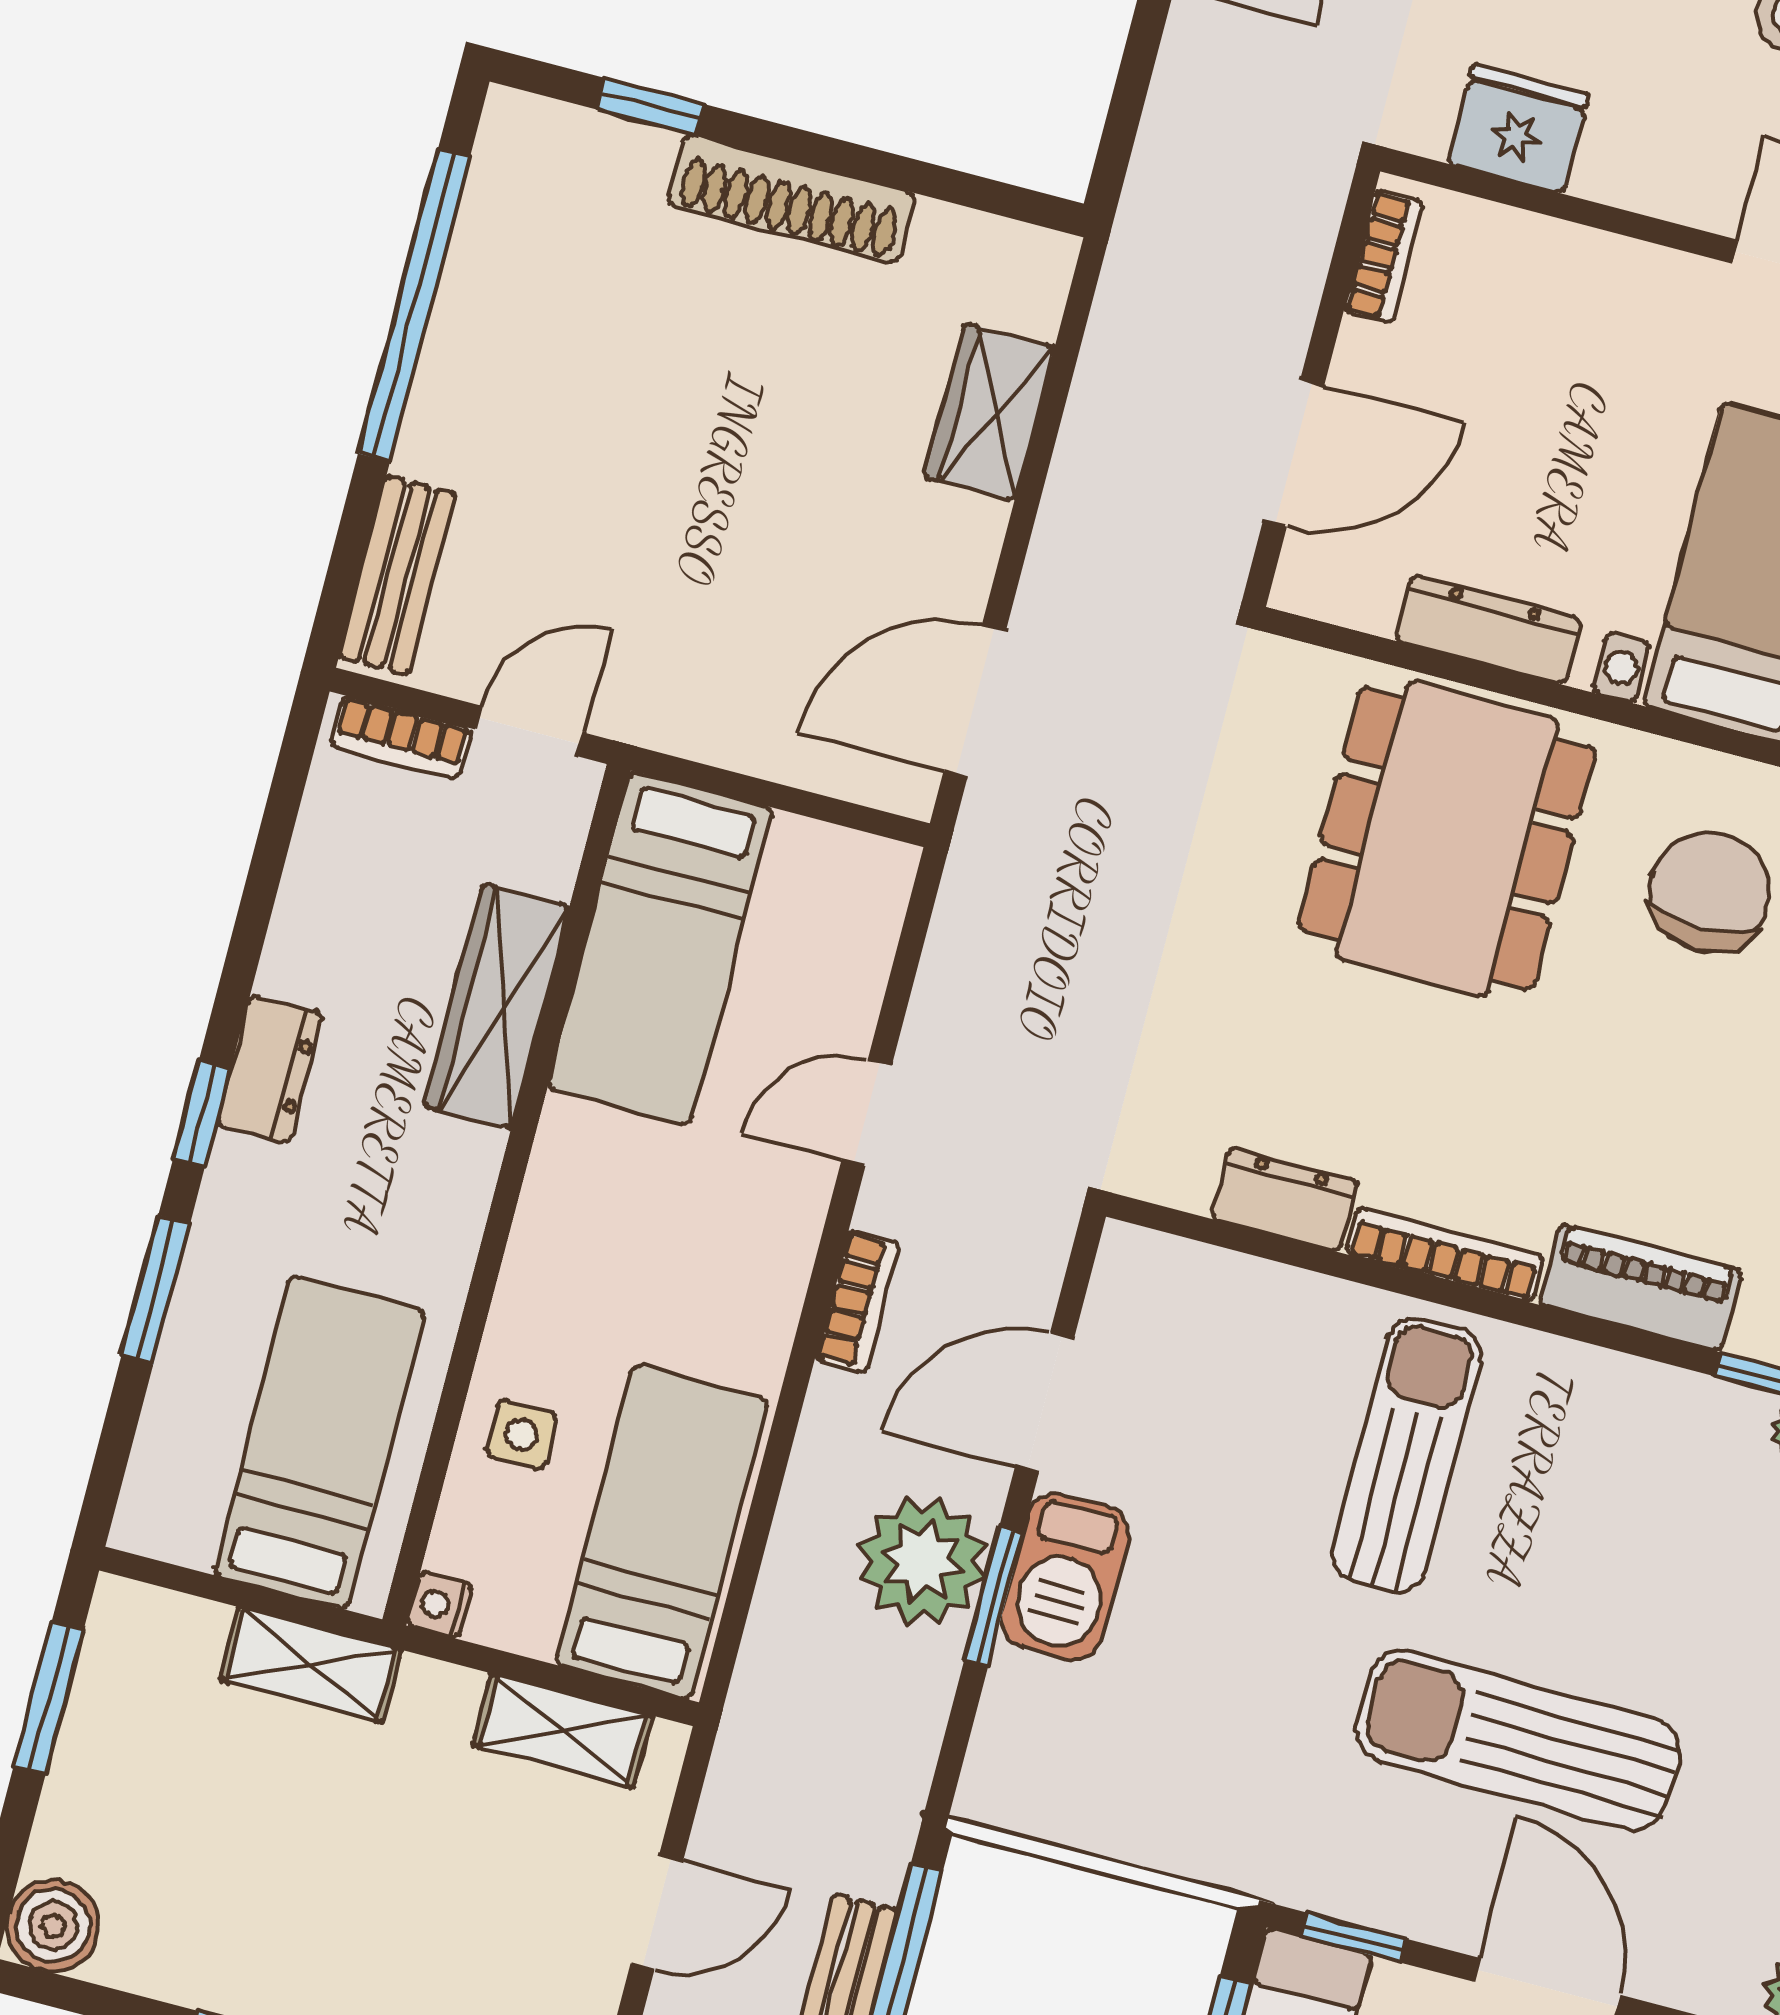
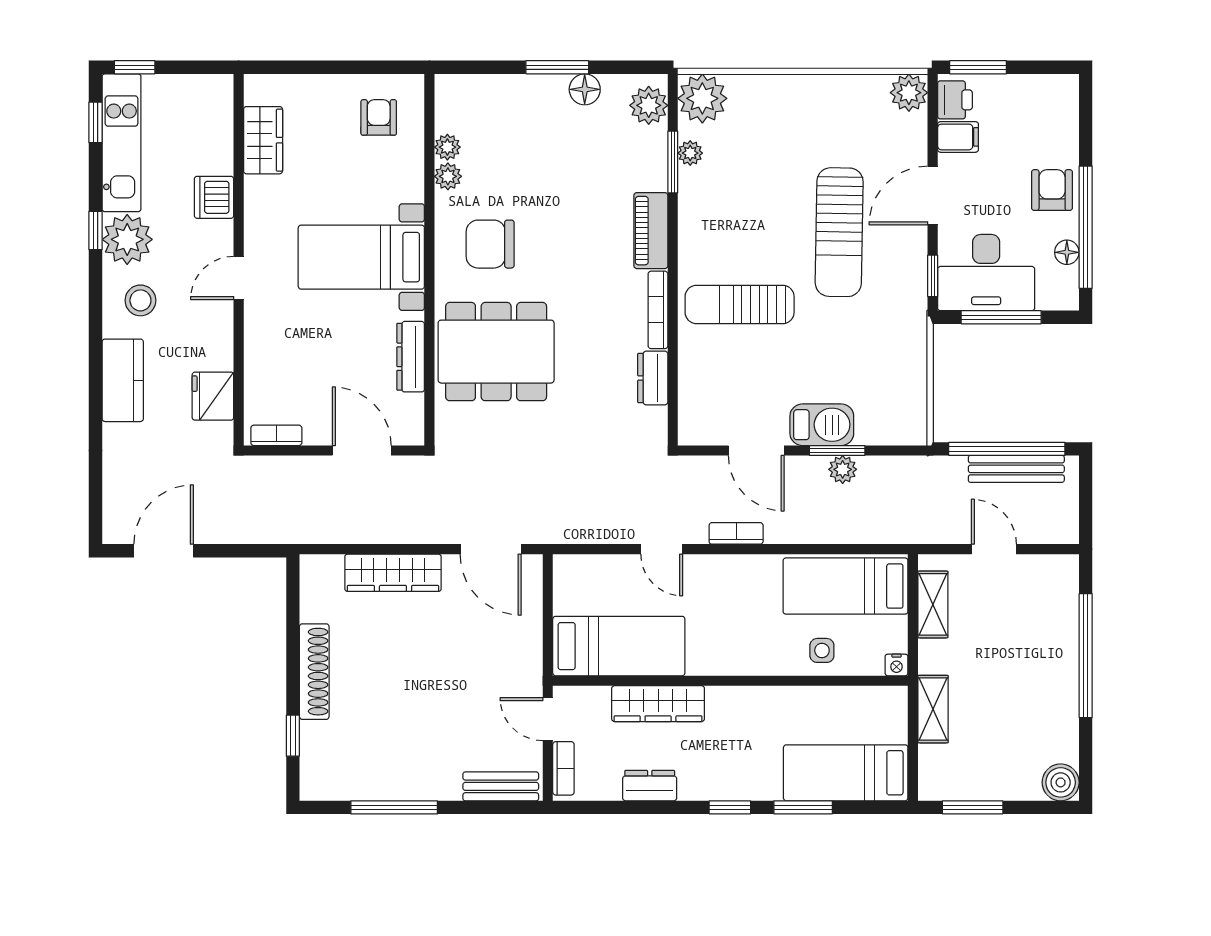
window: (414, 305) -> (394, 807), width x0.68
wardrobe: (990, 412) -> (393, 573), width x1.50
dresser: (270, 1070) -> (650, 786), moved
bed: (319, 1442) -> (846, 773), moved
plant: (922, 1561) -> (843, 469), width x0.53, depth x0.53

